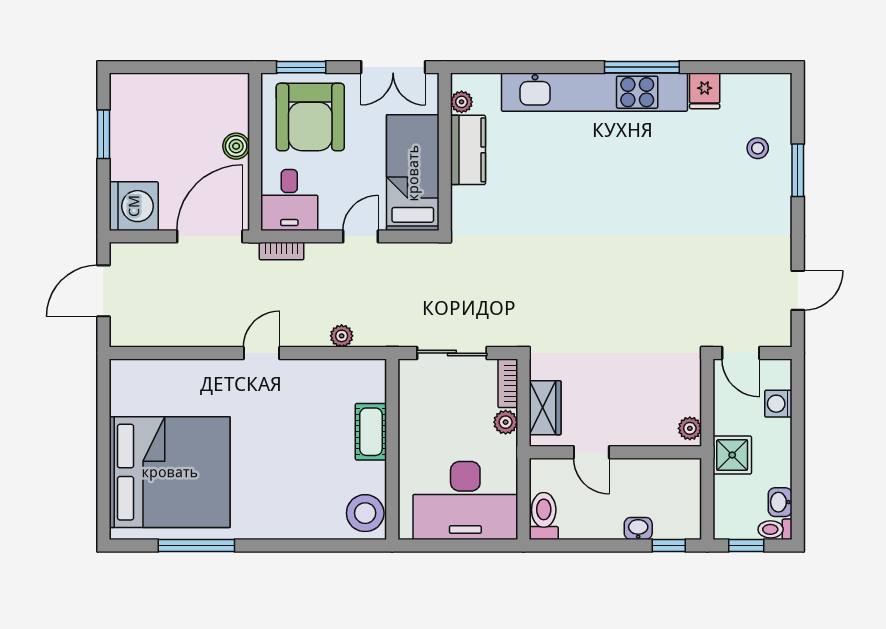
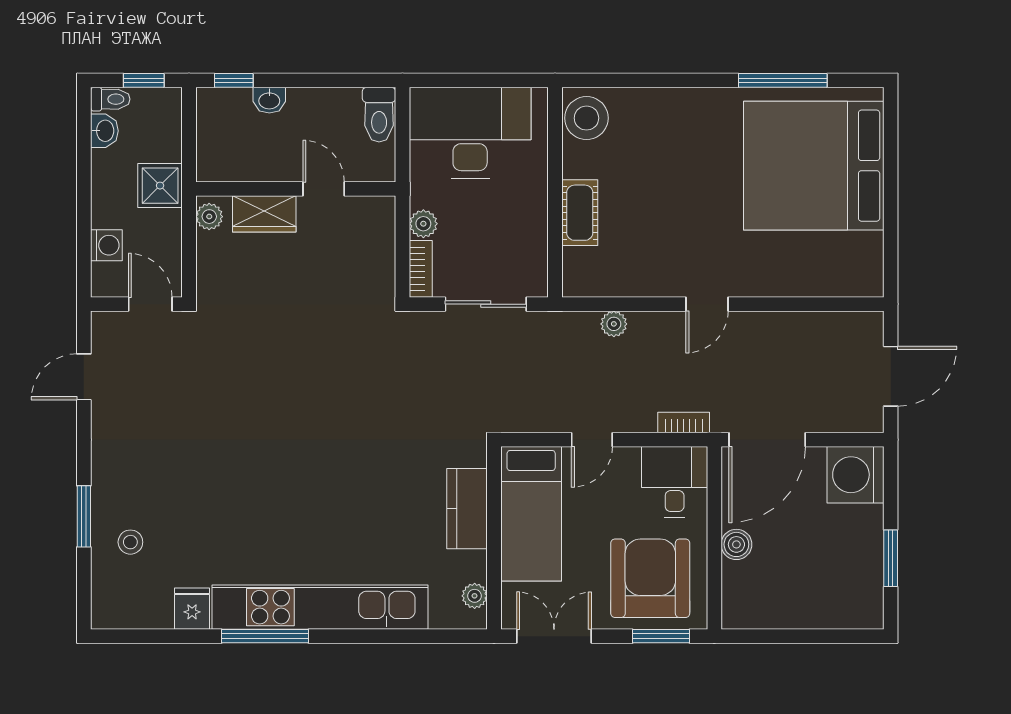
kitchen counter: (468, 150) -> (467, 509), moved
wardrobe: (545, 408) -> (264, 214), moved, turned -90

